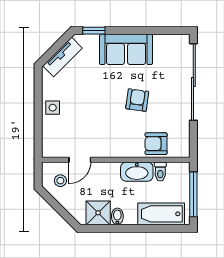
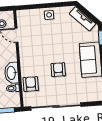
sliding door: (193, 82) -> (56, 106), moved
armchair: (137, 100) -> (58, 70), turned -98

